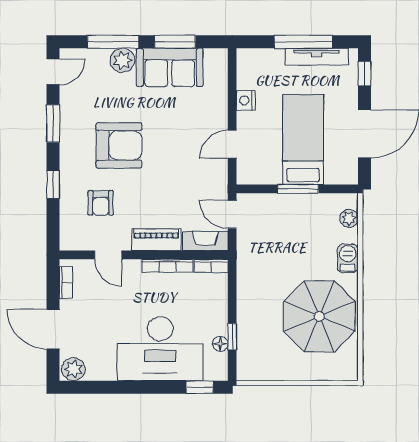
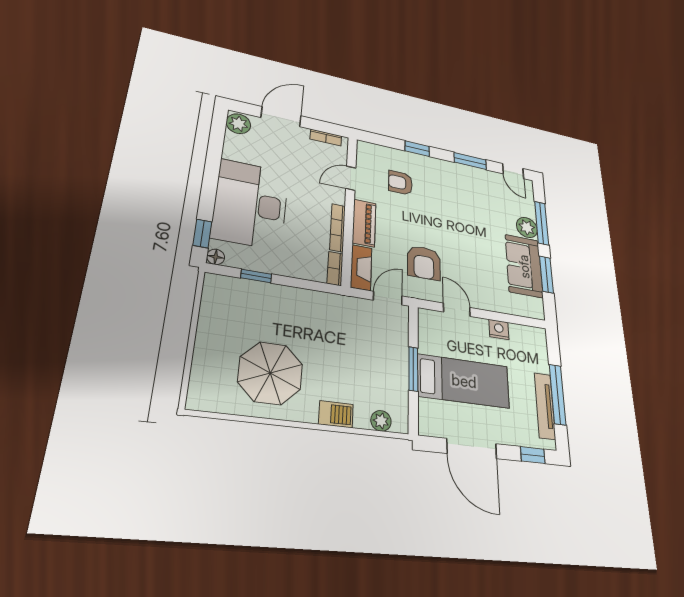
armchair: (119, 145) -> (424, 263), moved, width x0.73, depth x0.73
parasol: (319, 316) -> (270, 373), width x0.73, depth x0.73
floor lamp: (220, 344) -> (216, 257), moved

